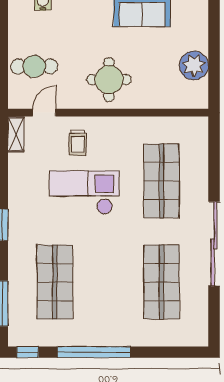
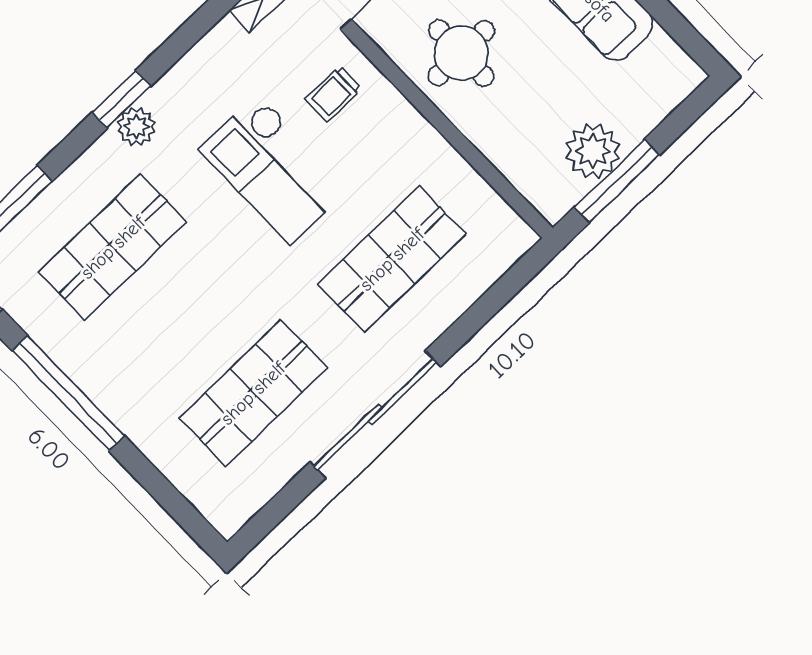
window: (214, 67) -> (617, 181), added
checkout: (84, 192) -> (274, 169), turned 180
plant: (18, 229) -> (136, 127), added

